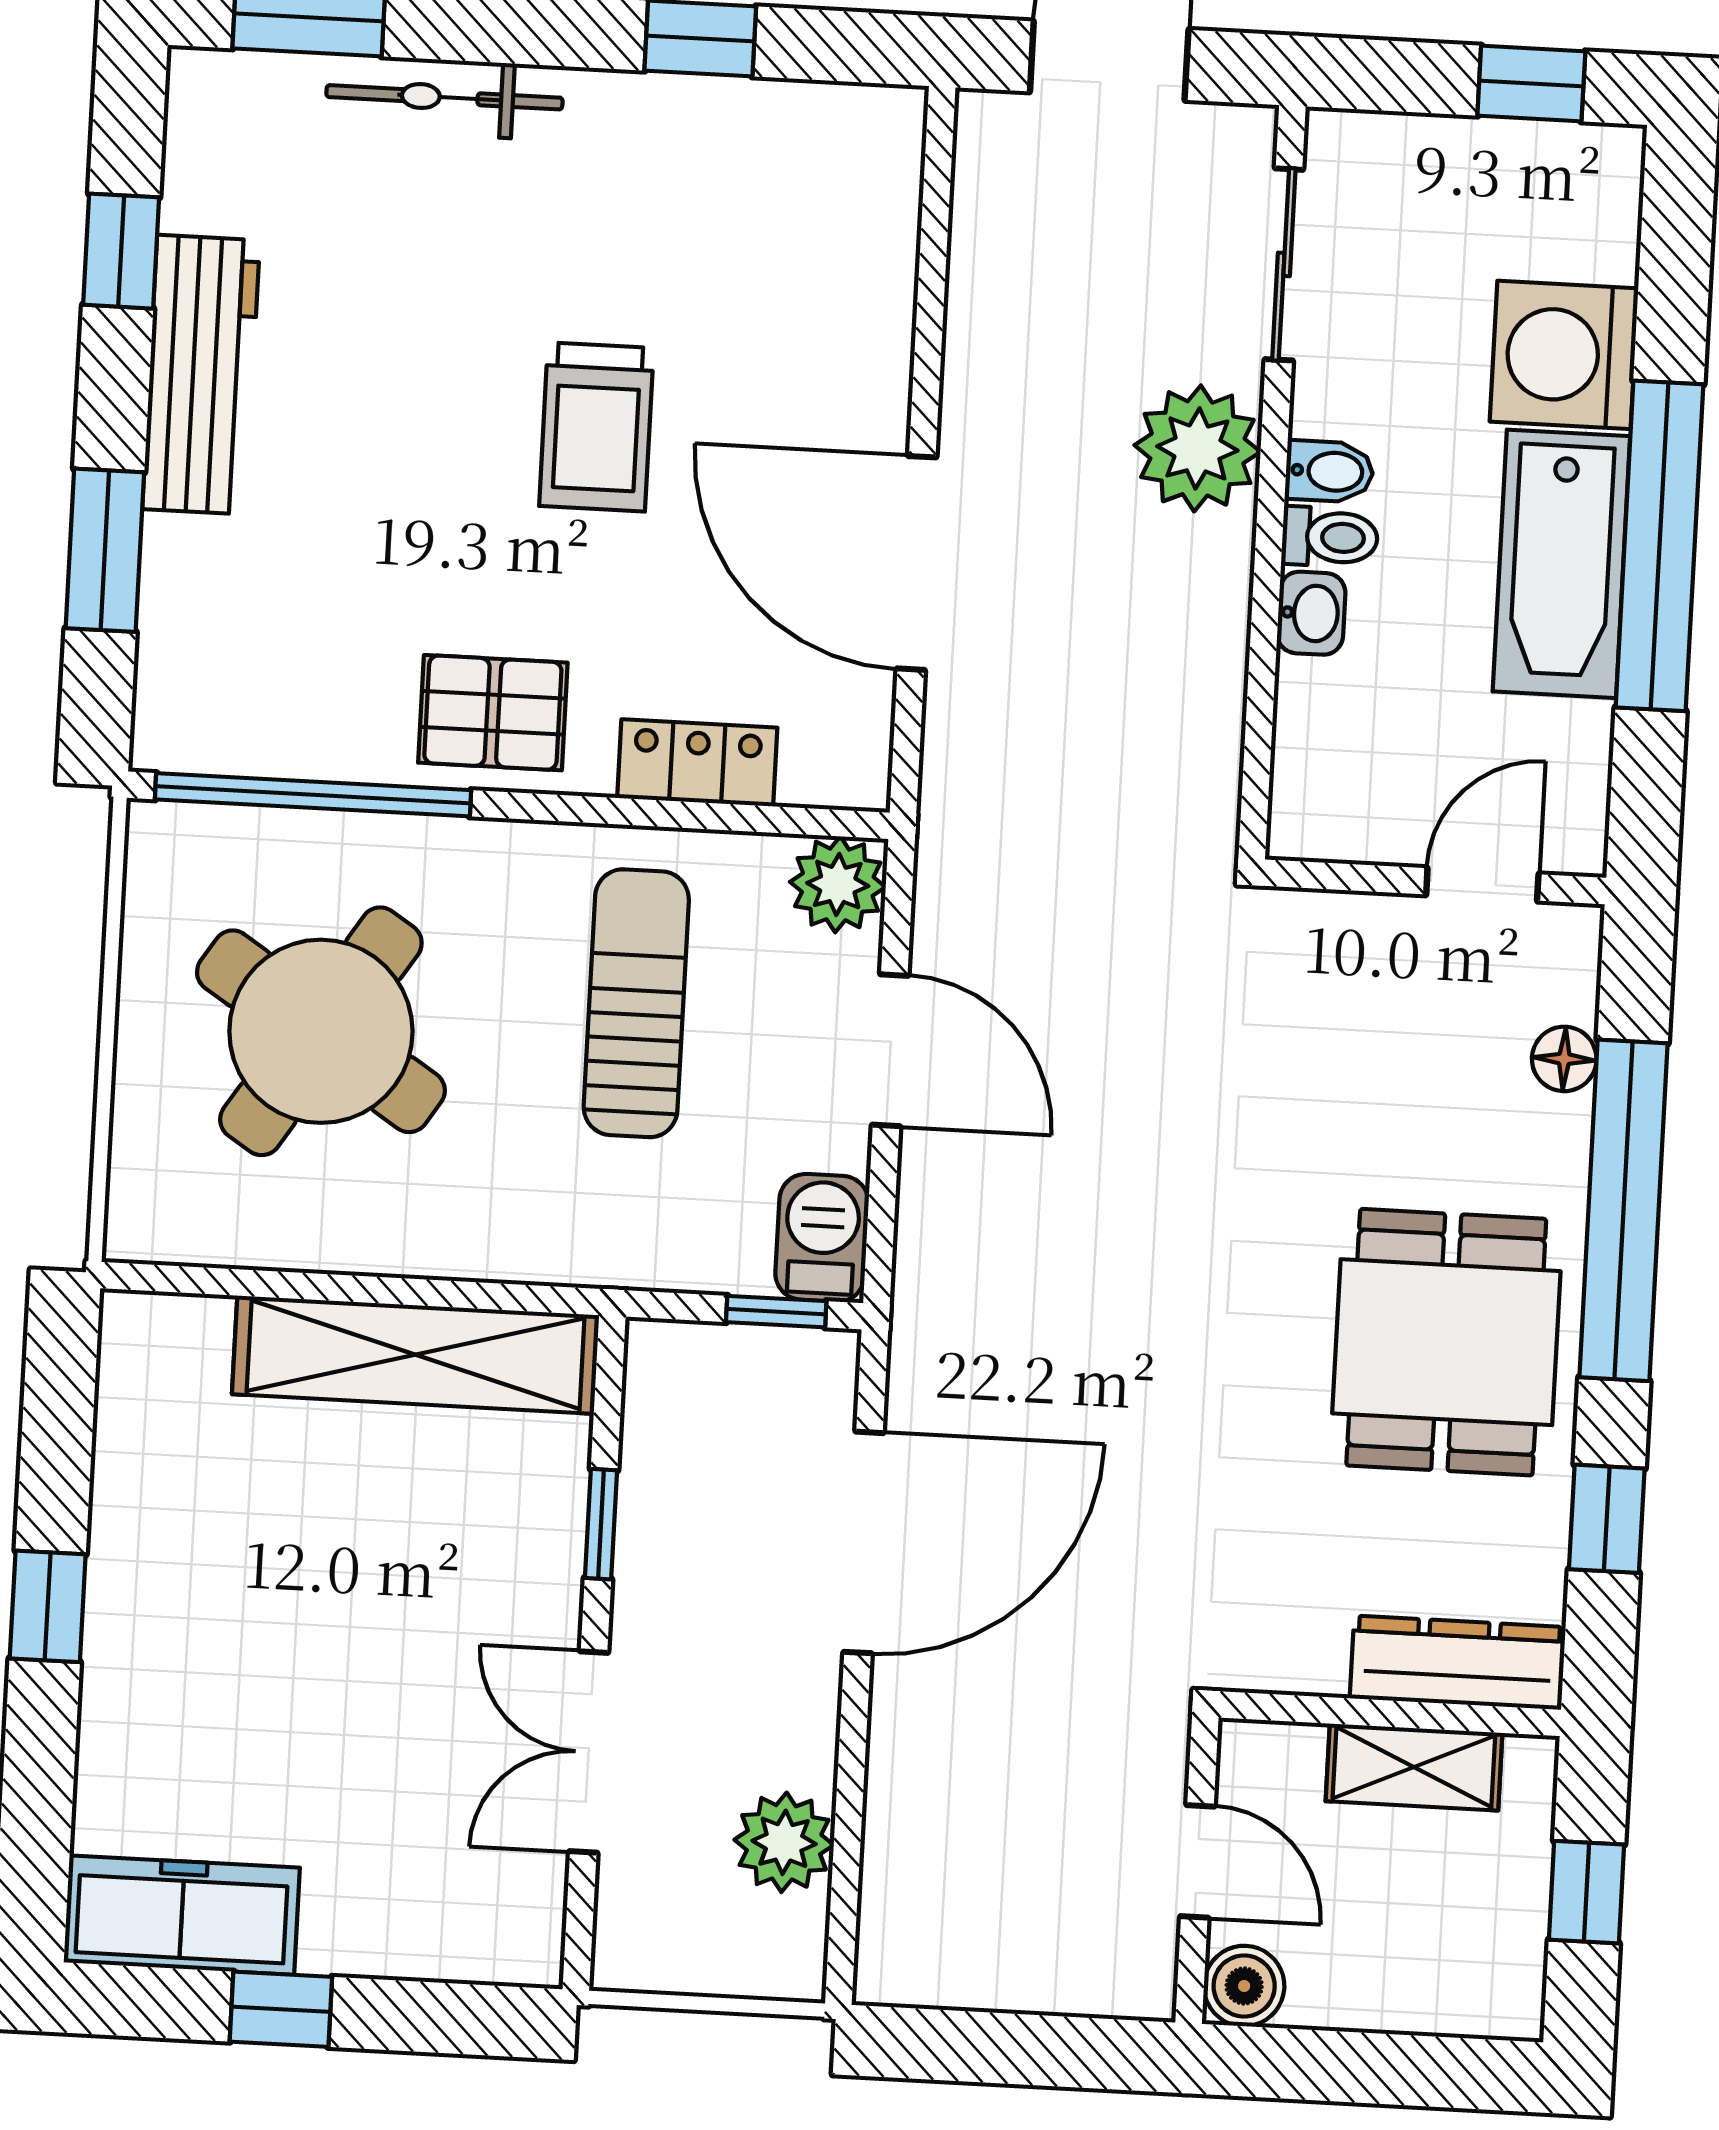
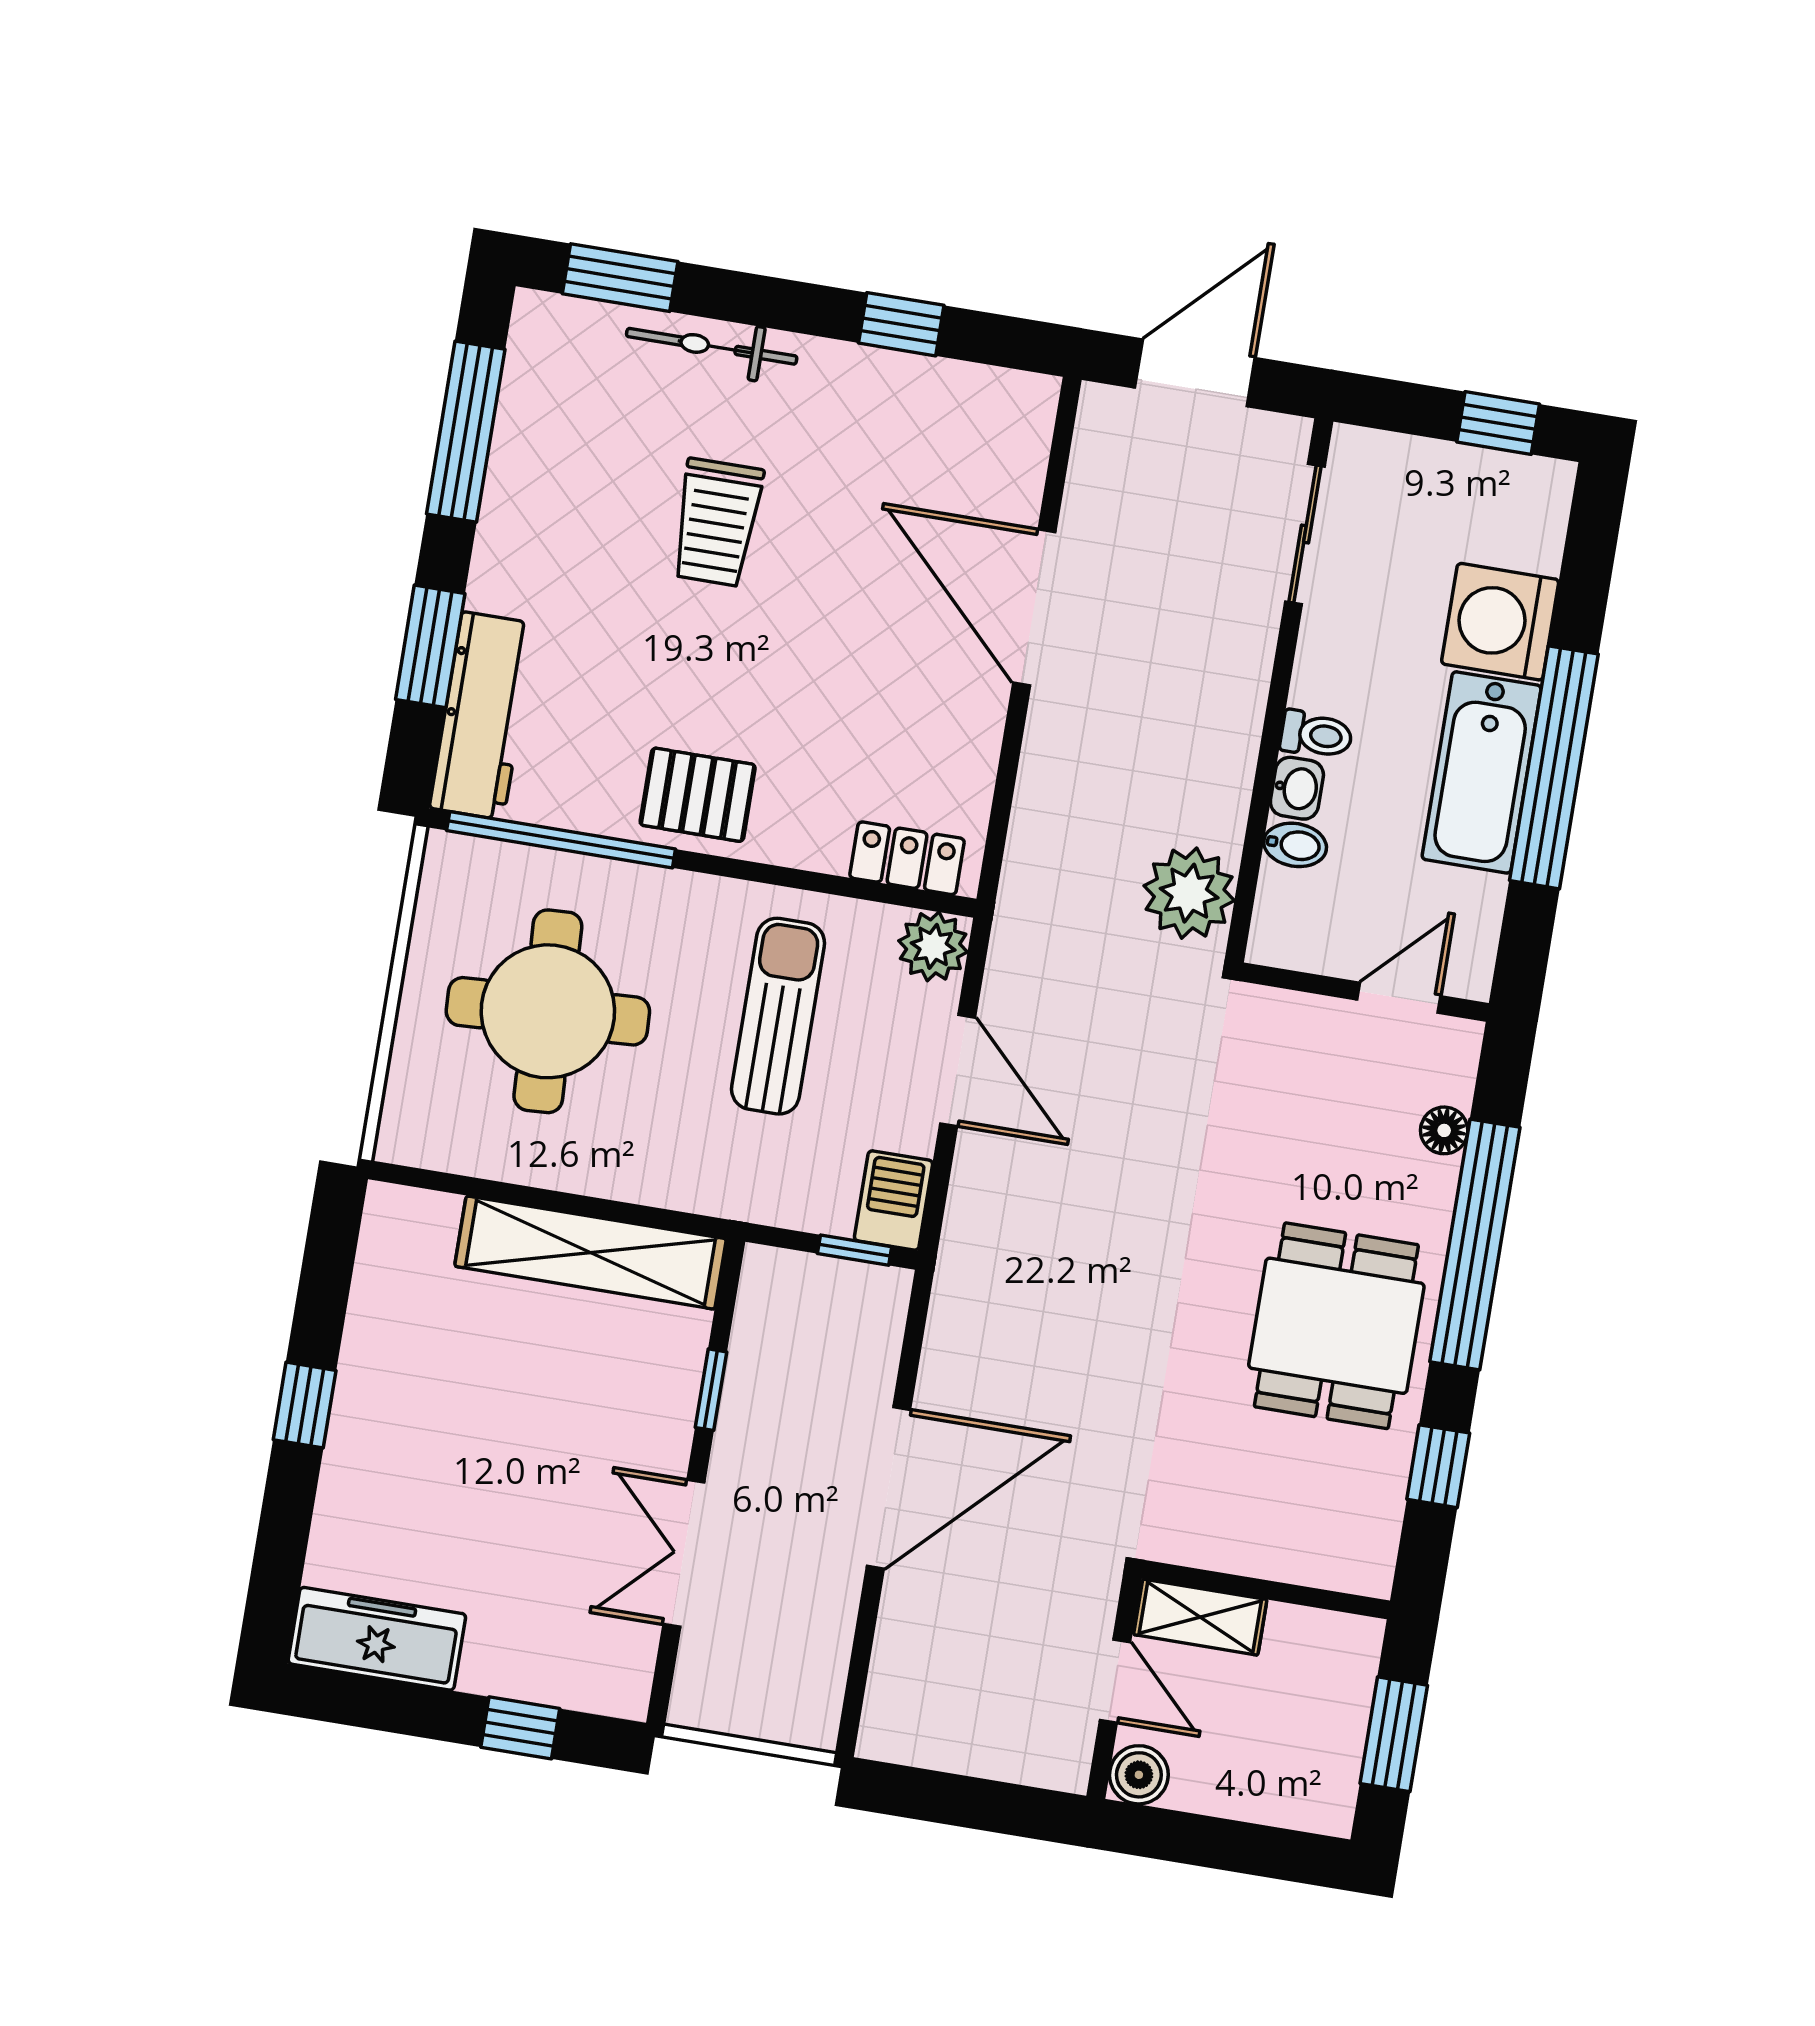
window: (121, 251) -> (466, 432), width x2.17
workbench: (201, 375) -> (483, 716), moved
trolley: (596, 427) -> (717, 522), moved
plant: (1197, 448) -> (1189, 893), moved
bidet: (1329, 471) -> (1295, 845), moved
door: (916, 563) -> (1034, 608), moved
locker: (697, 763) -> (907, 858), moved
round table: (321, 1031) -> (548, 1011), turned -36
door: (863, 1542) -> (889, 1488), moved
dresser: (1458, 1663) -> (1319, 1558), removed
shelving: (1414, 1767) -> (1200, 1617), moved
plant: (784, 1842) -> (818, 1634), removed
window: (1587, 1892) -> (1394, 1734), width x1.50
window: (281, 2009) -> (520, 1728), moved

